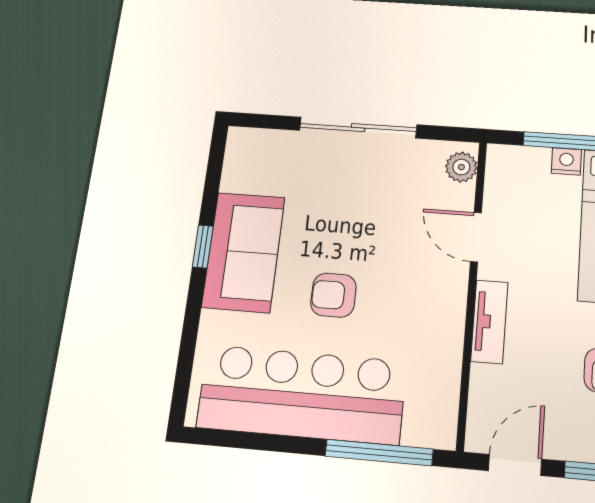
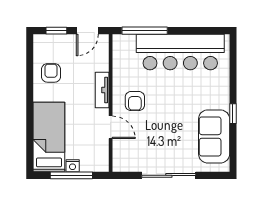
plant: (461, 167) -> (120, 160), removed
sofa: (244, 252) -> (214, 136), moved
armchair: (333, 295) -> (135, 101), moved, turned 90

